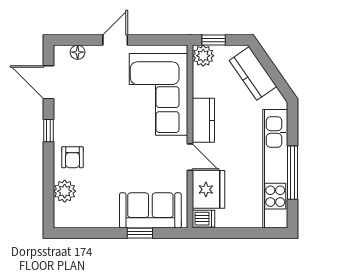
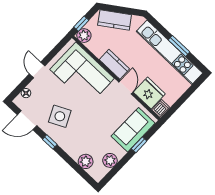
side table: (88, 115) -> (60, 116), added
armchair: (72, 157) -> (73, 143), removed
door: (190, 157) -> (126, 87), hinge flipped
window: (292, 173) -> (179, 46), width x0.69
plant: (92, 217) -> (110, 160), added

